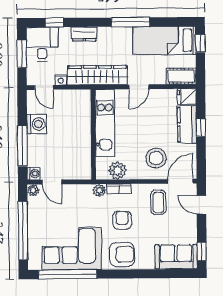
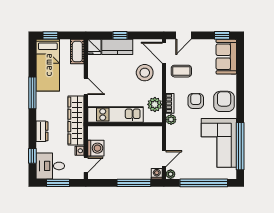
washing machine: (37, 124) -> (96, 148), moved, turned 90
armchair: (122, 220) -> (196, 101), turned 90

